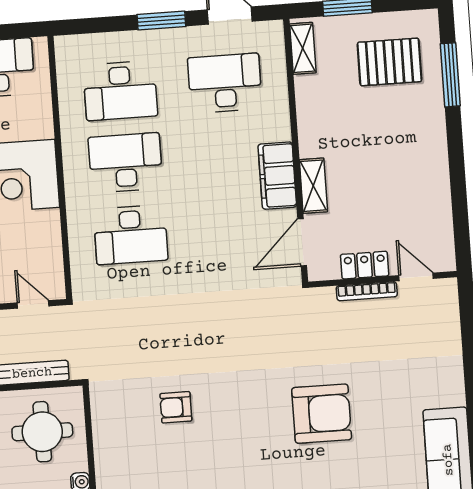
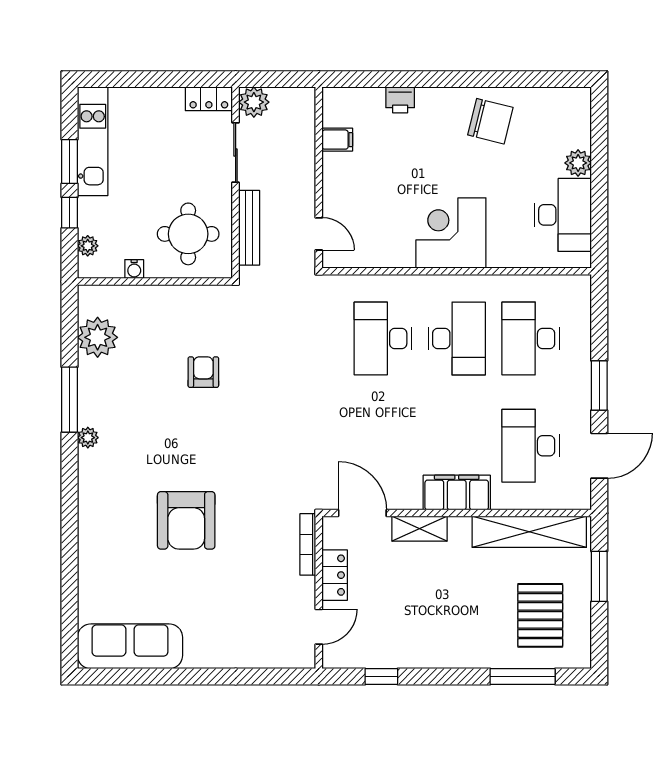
shelving: (303, 48) -> (529, 532), width x2.20, depth x1.33
desk: (225, 83) -> (531, 446), turned 180
filing cabinet: (277, 176) -> (457, 493), moved
window: (460, 212) -> (381, 677), added
bookcase: (367, 291) -> (308, 544), moved
door: (33, 304) -> (319, 234), hinge flipped

